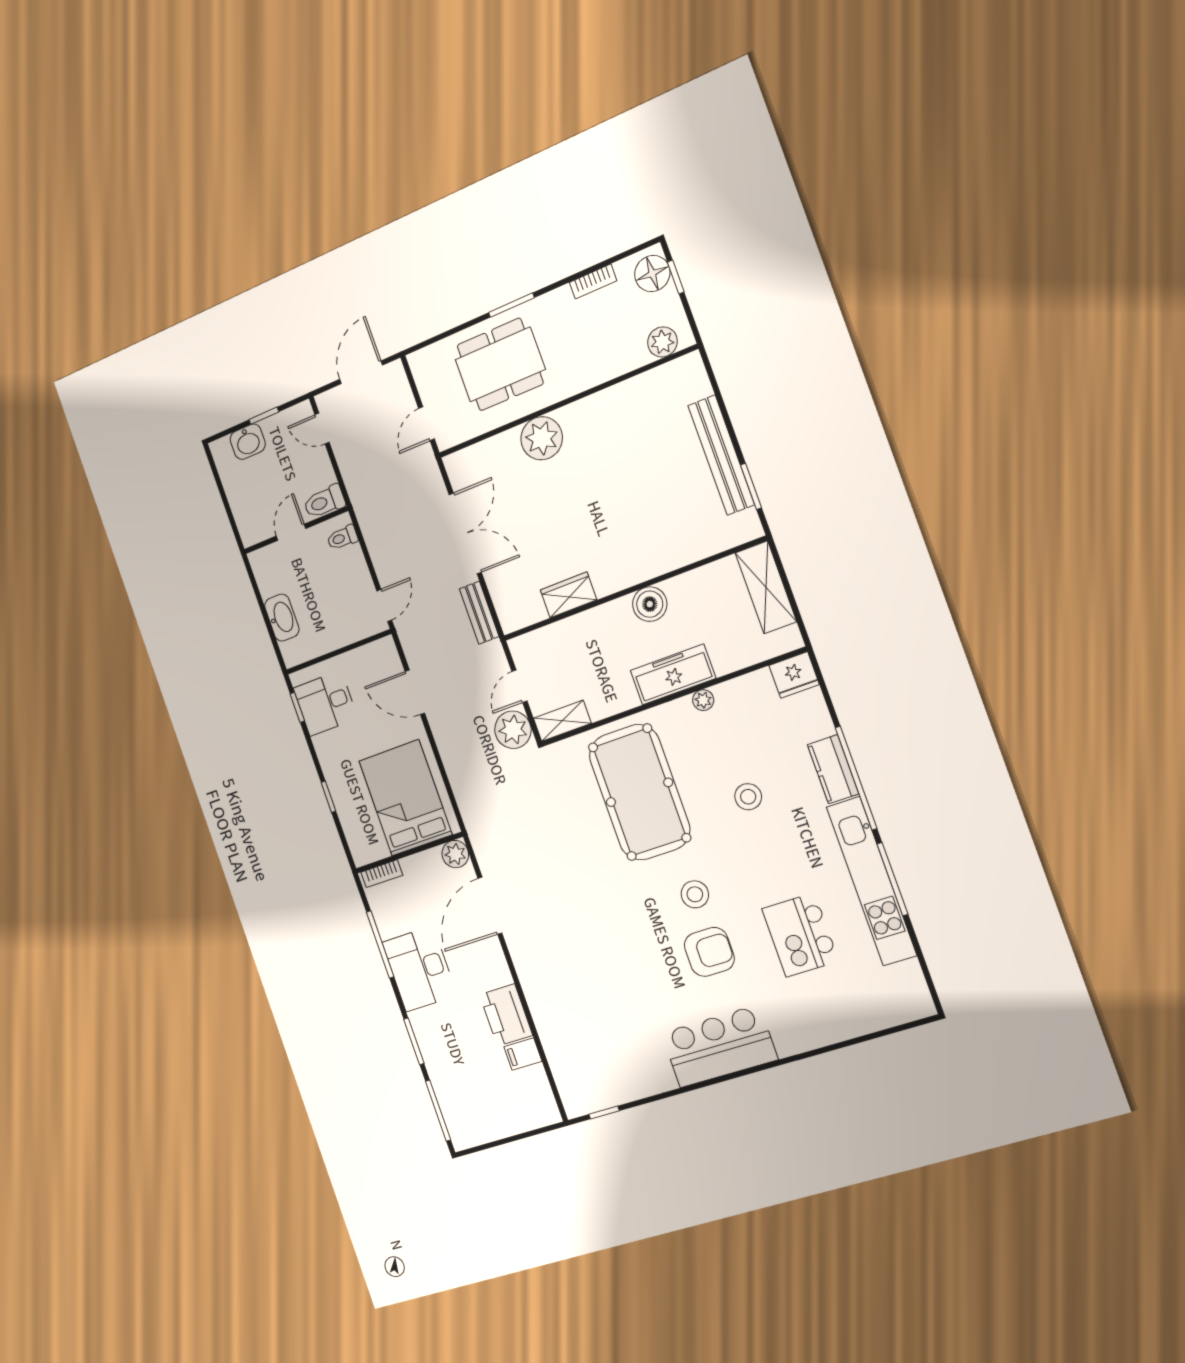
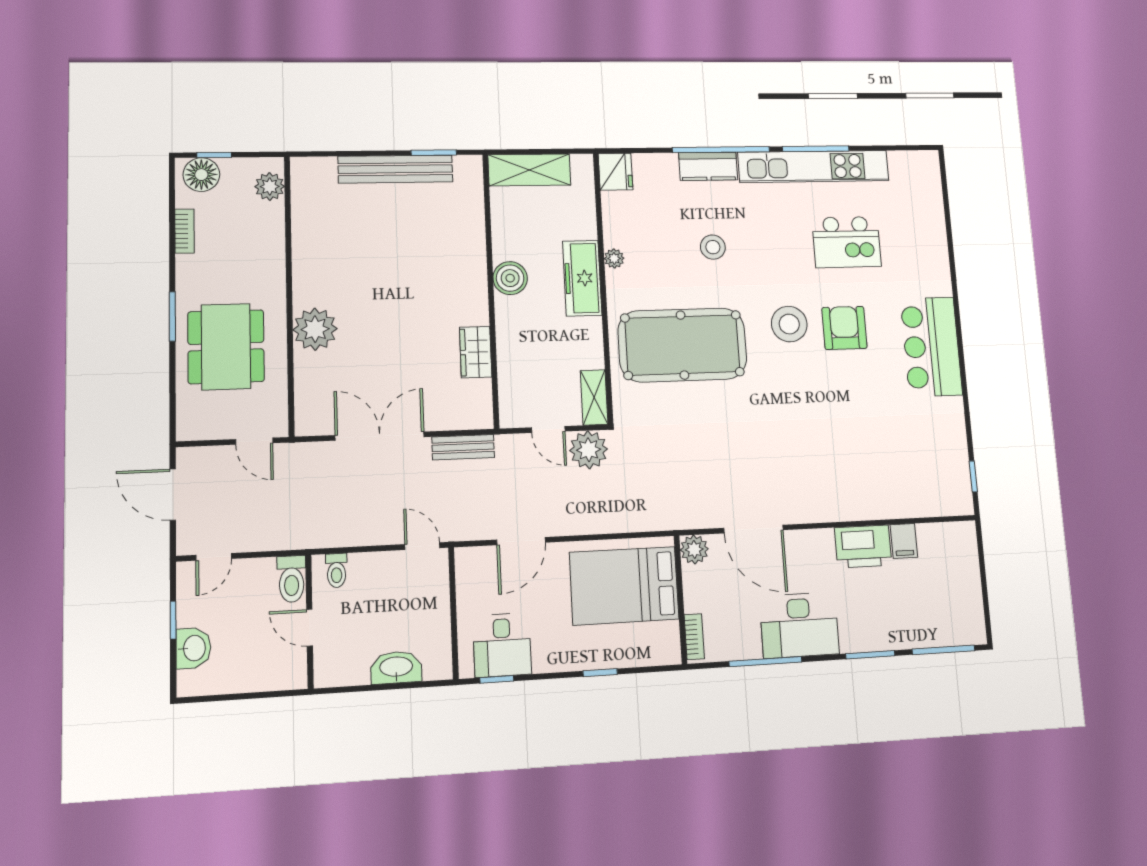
stool: (695, 894) -> (789, 324), width x1.38, depth x1.38

